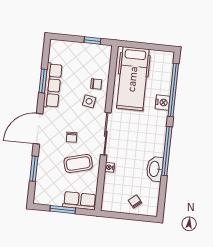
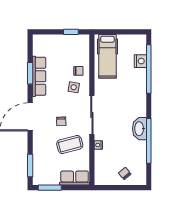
hospital bed: (133, 79) -> (107, 56), width x0.73, depth x0.78
nightstand: (163, 102) -> (140, 61), moved
window: (167, 151) -> (149, 141), moved
window: (34, 169) -> (30, 166), moved
washbasin: (155, 169) -> (139, 129), moved
window: (63, 210) -> (50, 188), moved

